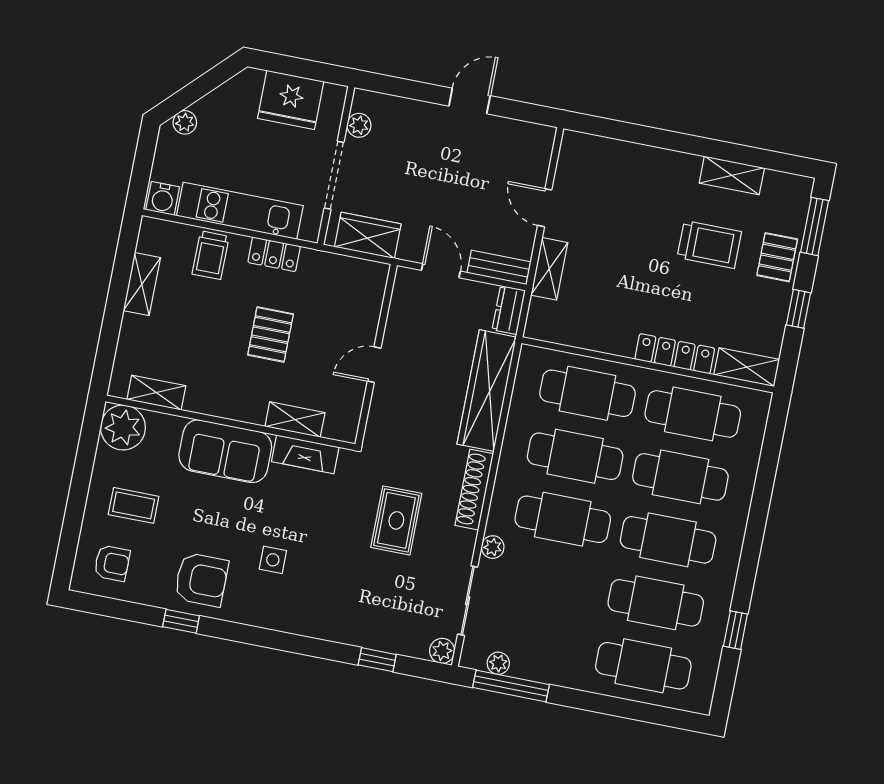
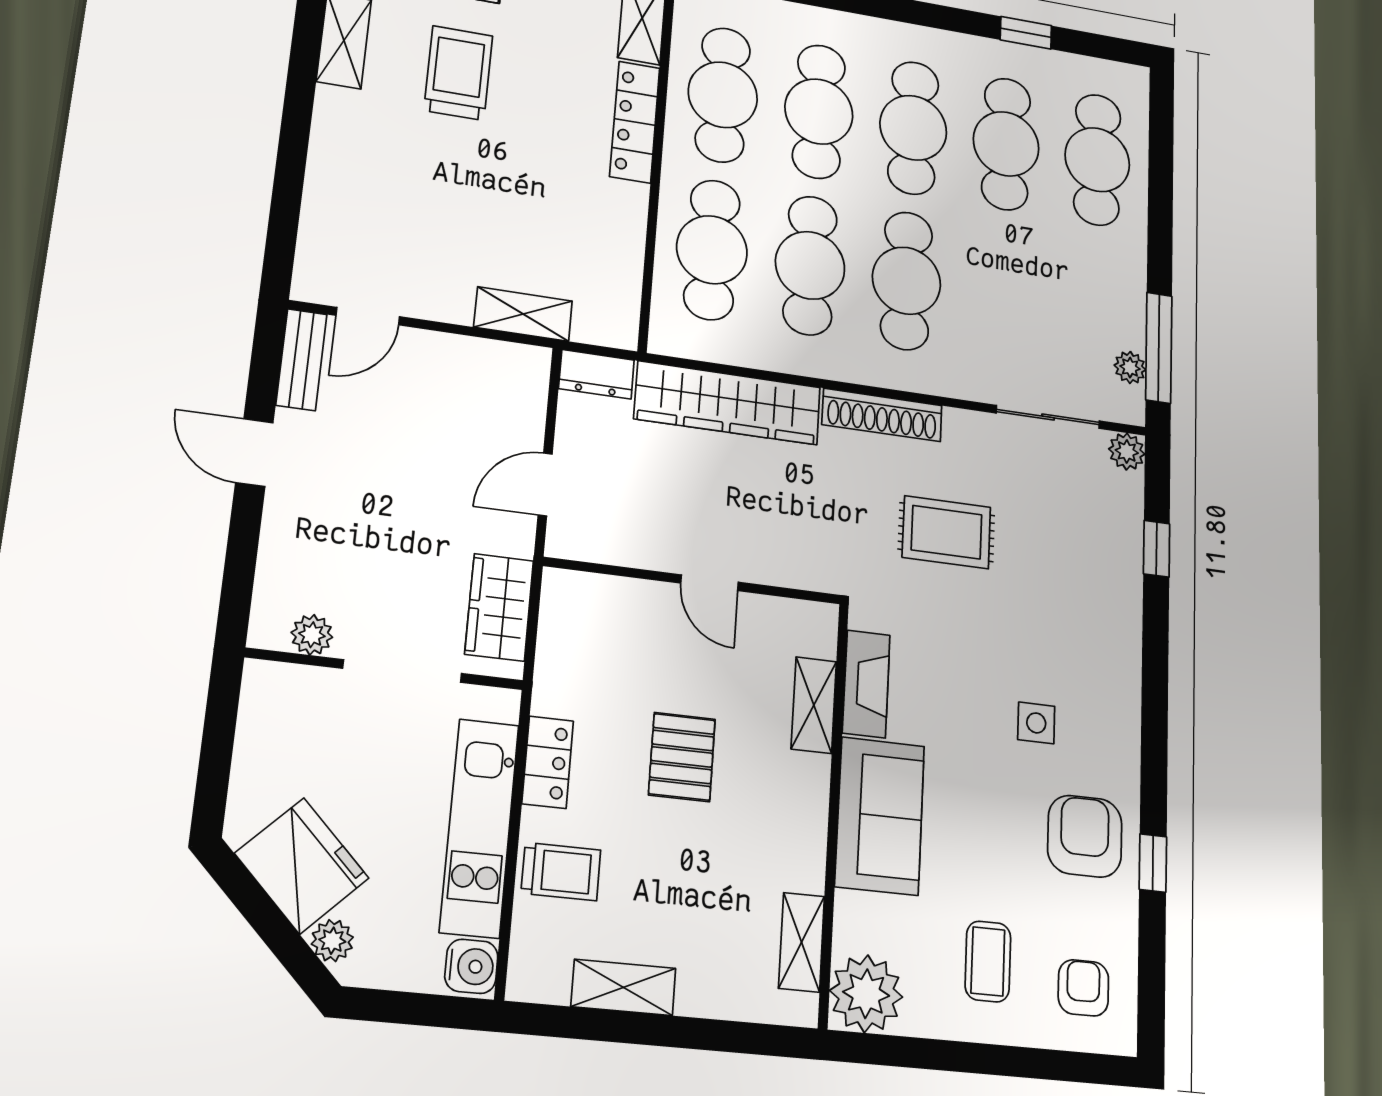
fridge: (291, 100) -> (302, 866), moved, turned -45
door: (545, 208) -> (368, 316), moved
bench: (499, 267) -> (301, 360), moved
pallet: (271, 334) -> (682, 757), turned 90
plant: (493, 547) -> (964, 383), removed

